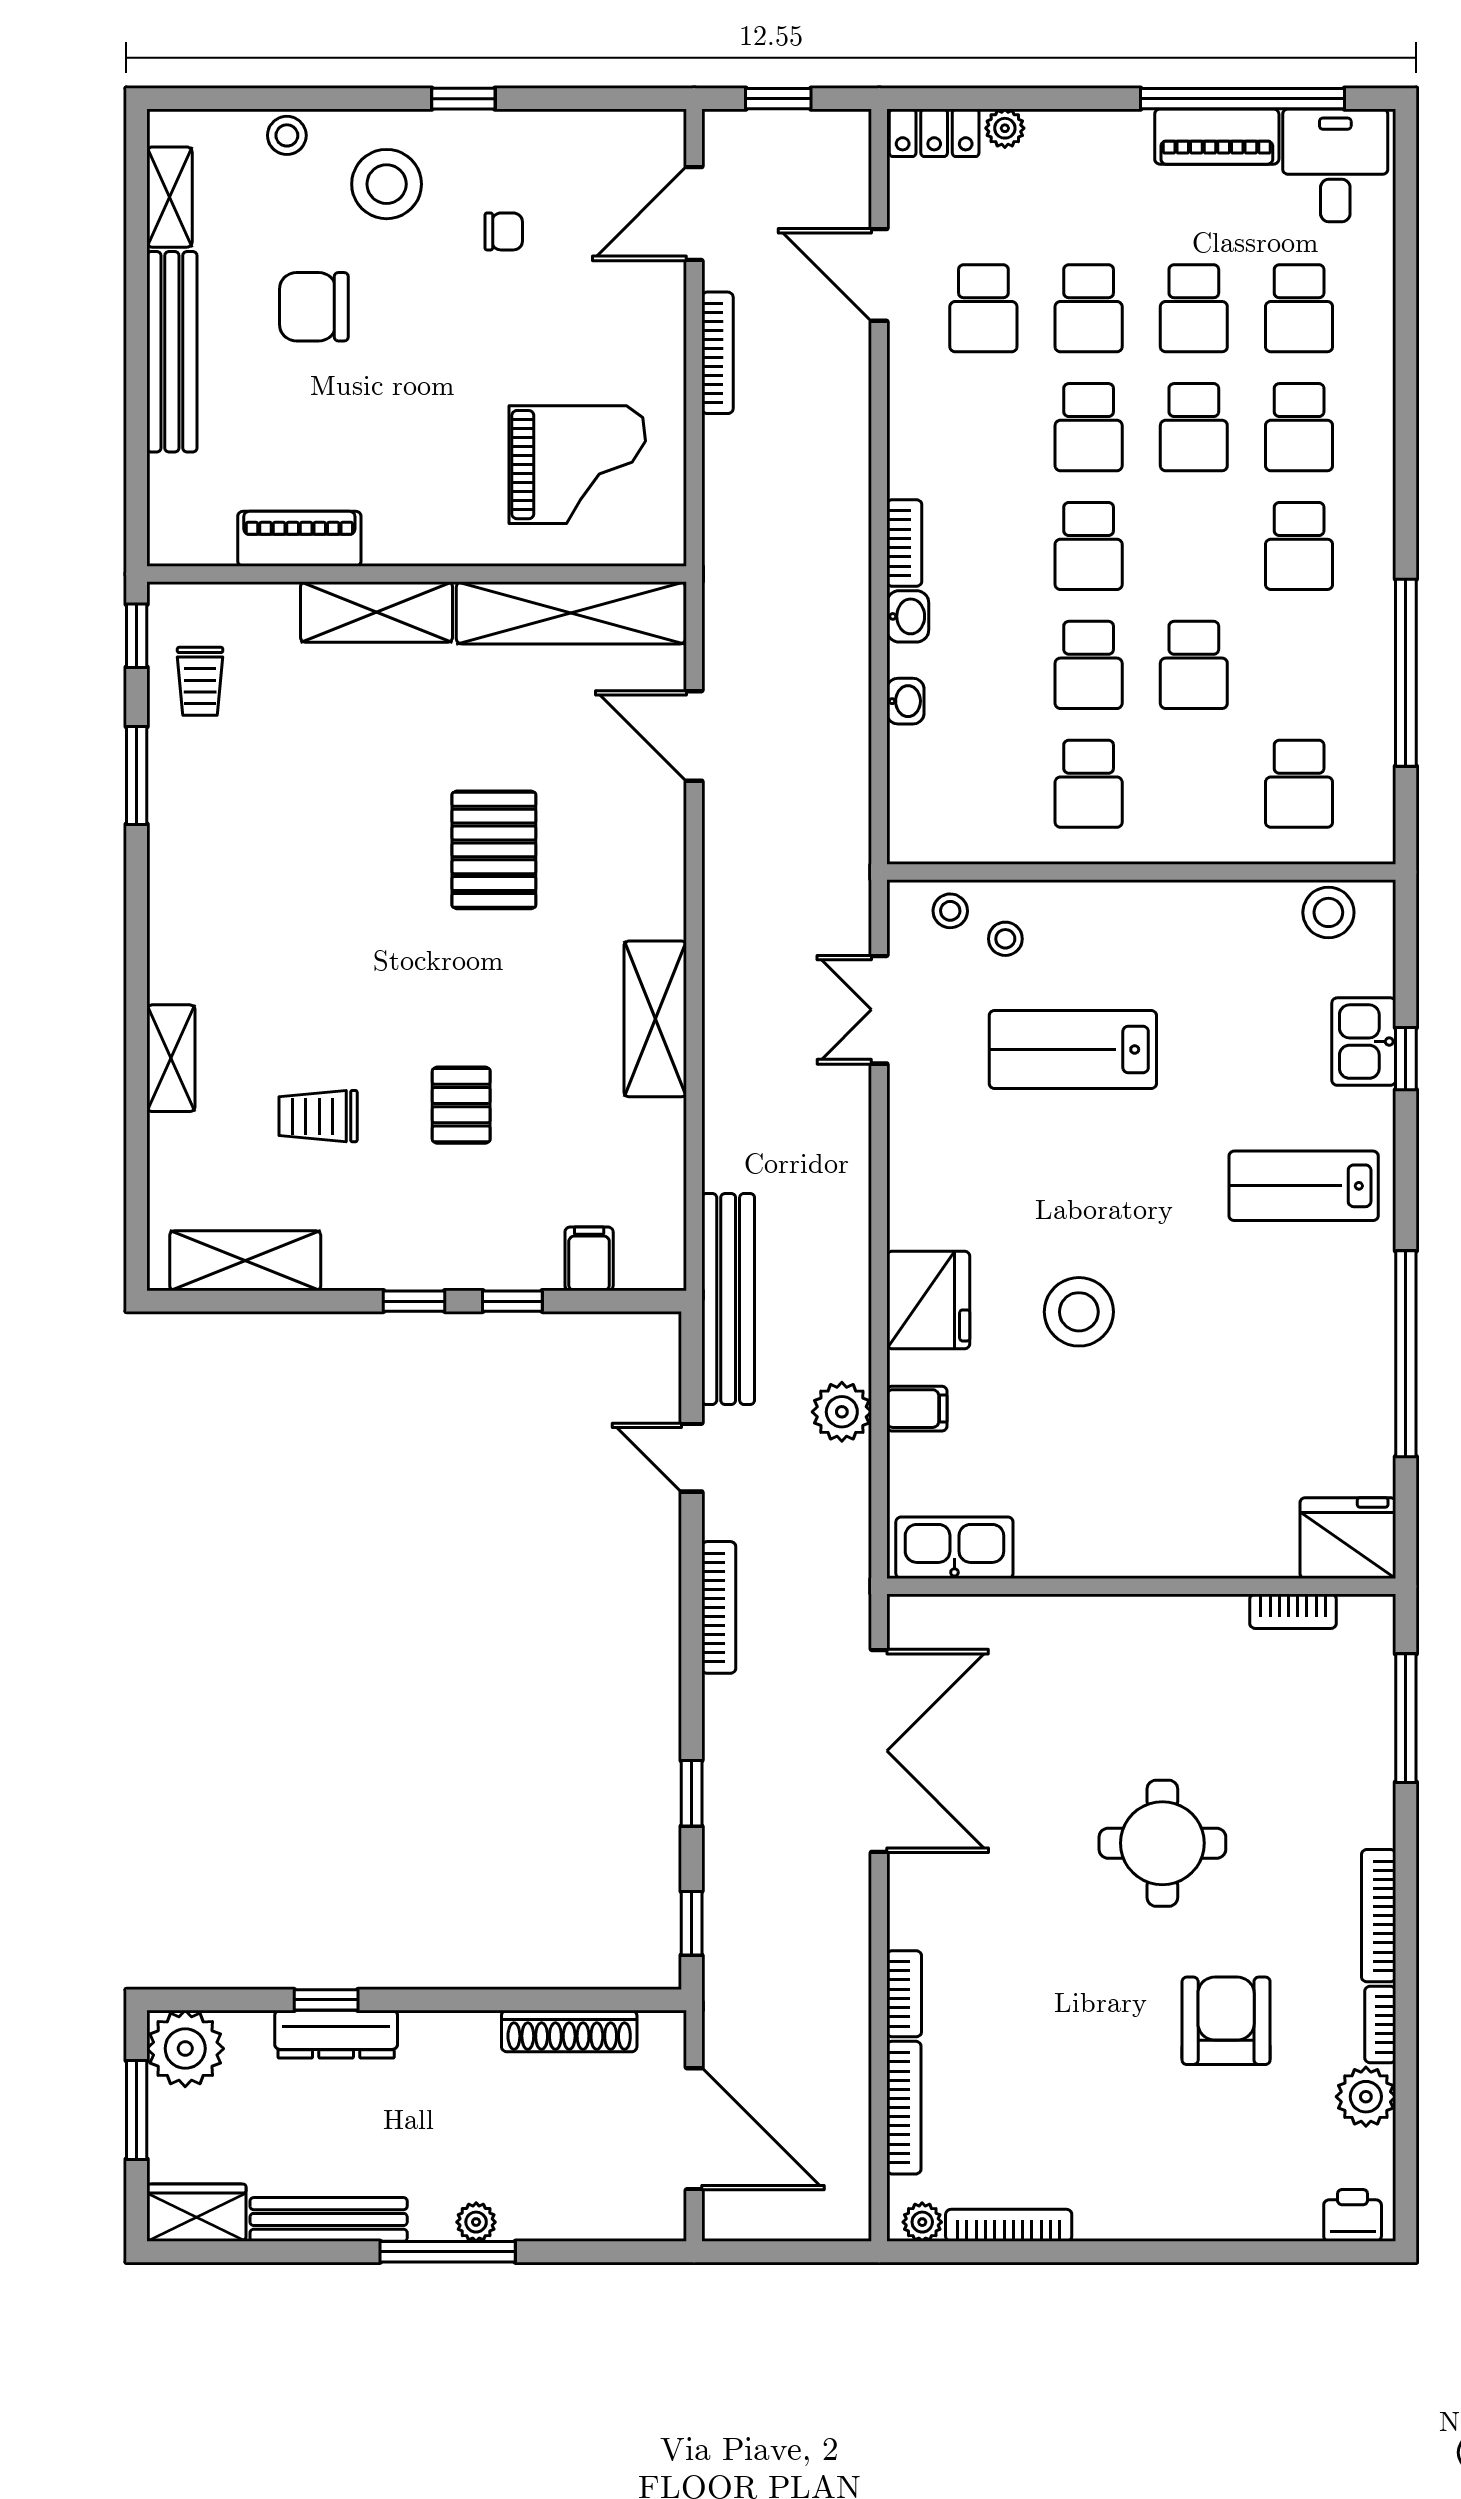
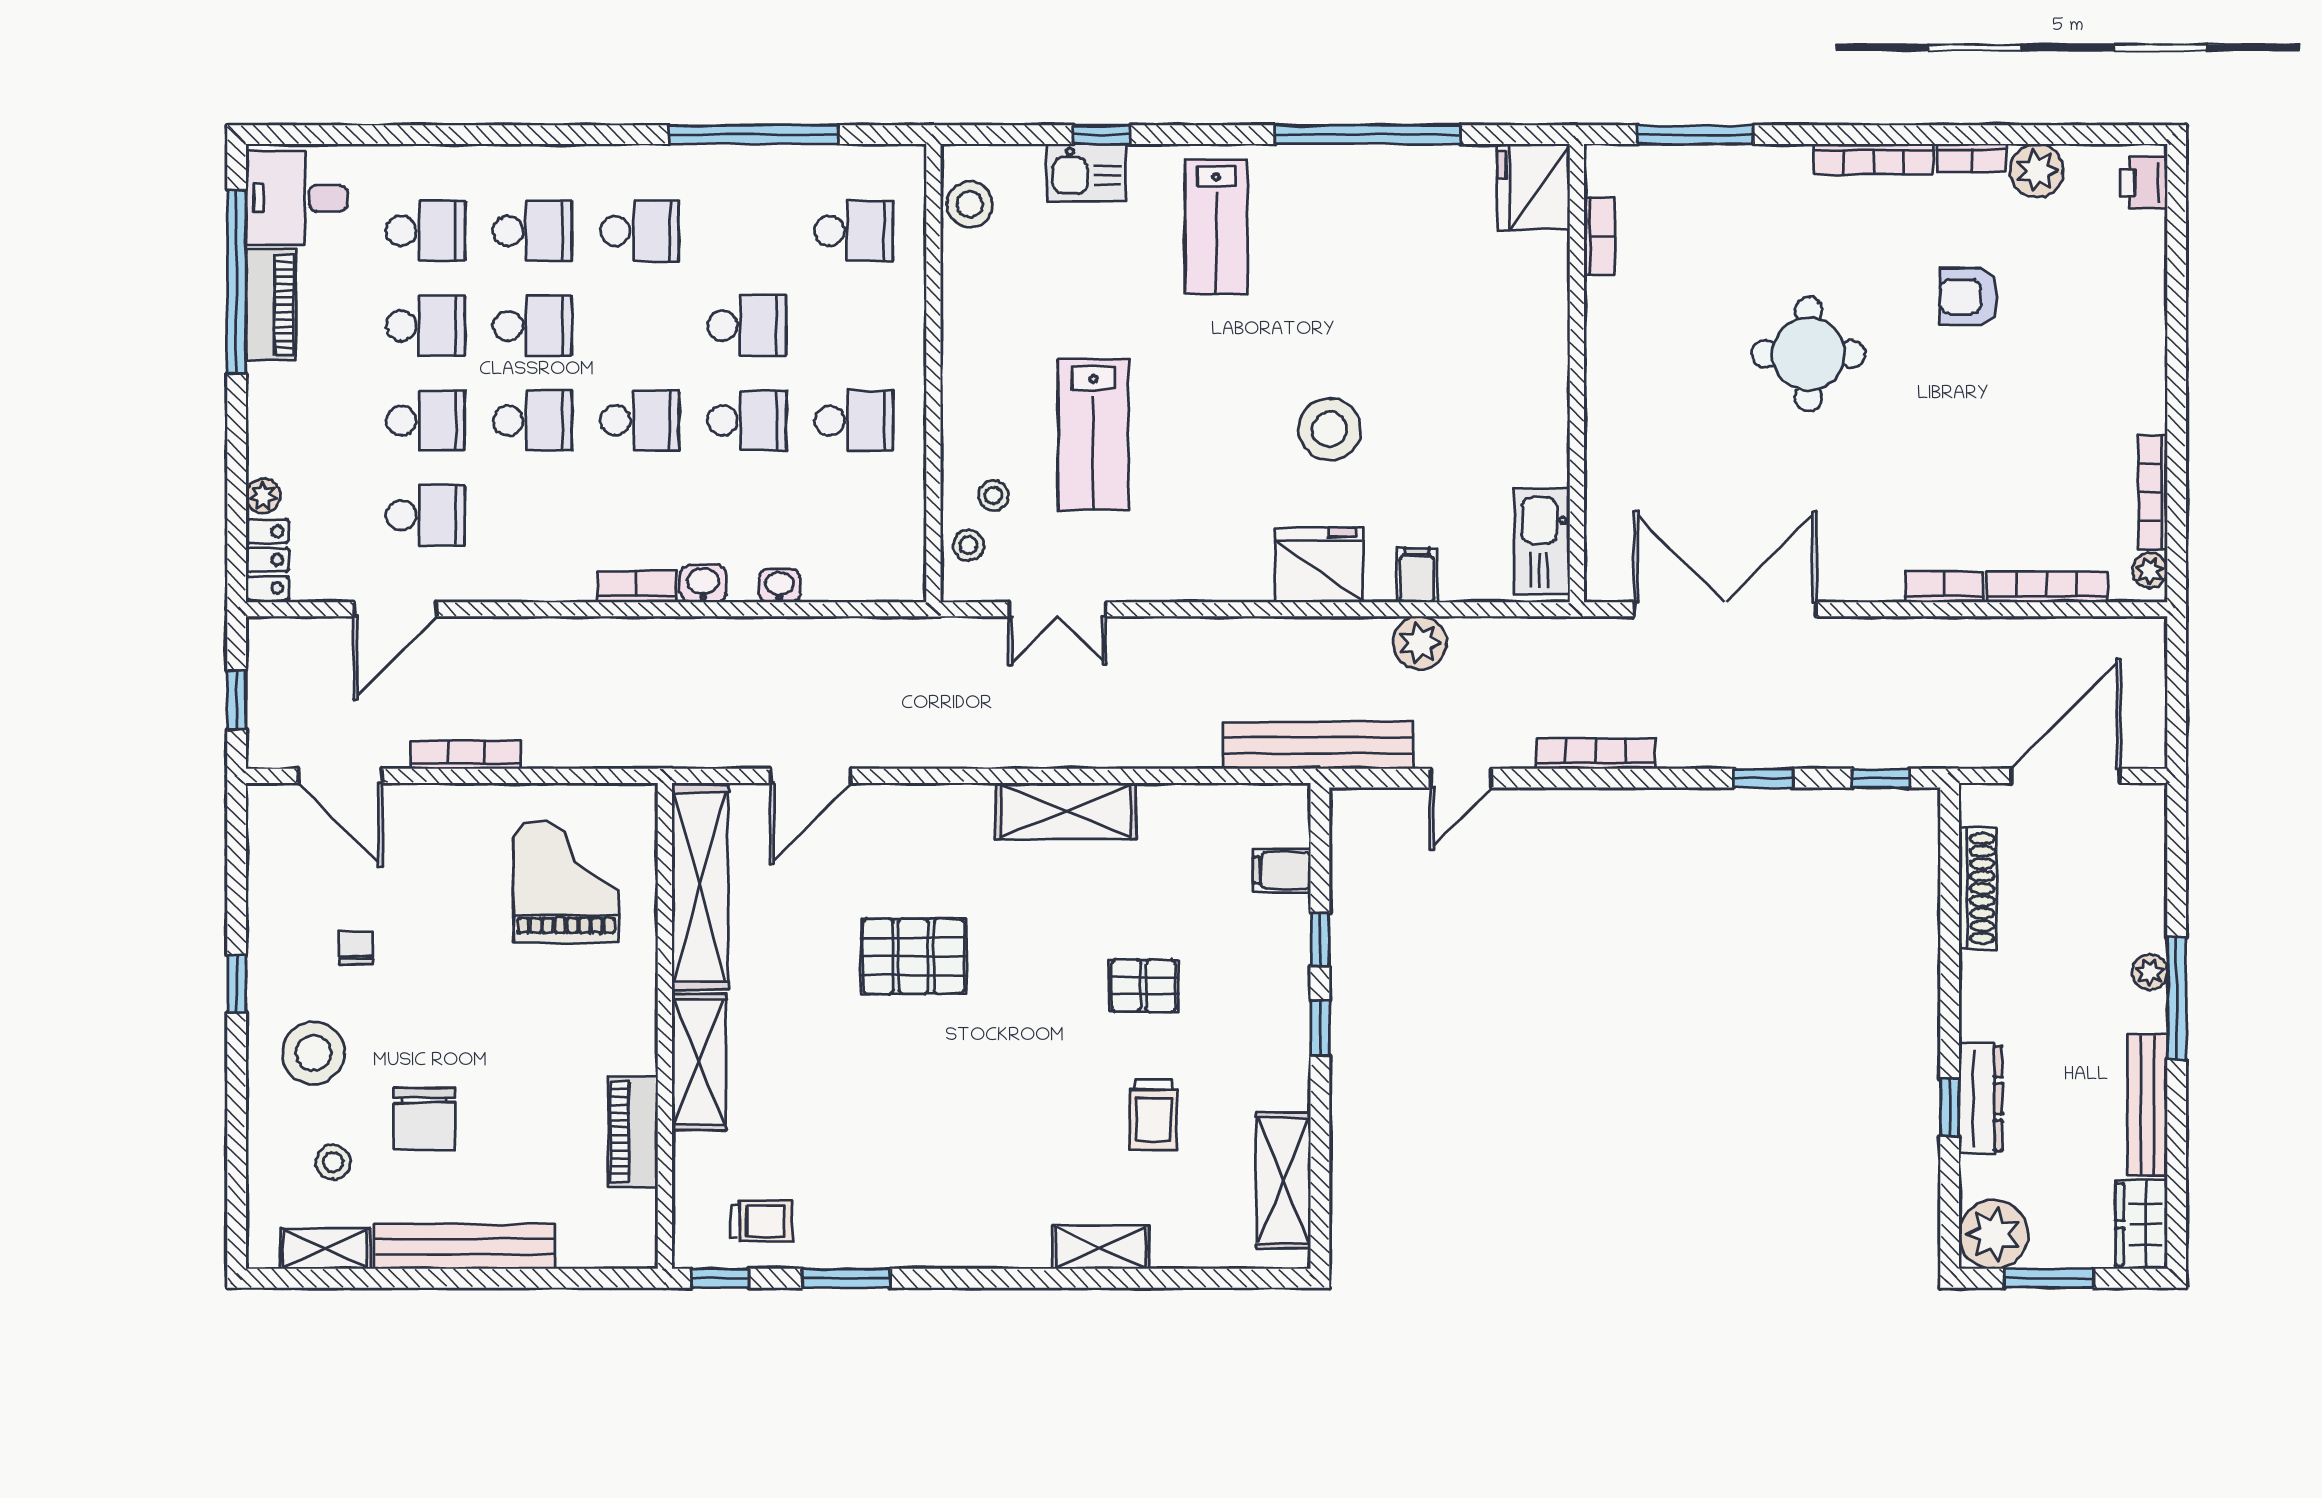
stool: (287, 135) -> (333, 1162), moved
armchair: (1226, 2021) -> (1968, 297), width x0.72, depth x0.72

